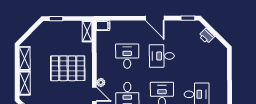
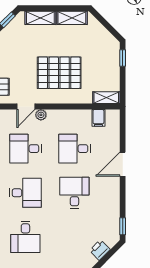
door: (155, 18) -> (123, 164), moved
filing cabinet: (103, 26) -> (98, 118), moved
desk: (127, 56) -> (74, 149), turned 180
pallet: (68, 68) -> (59, 73), turned 90

